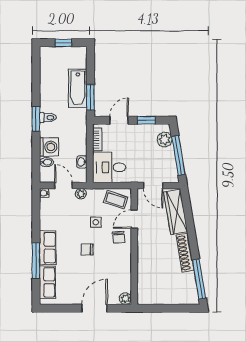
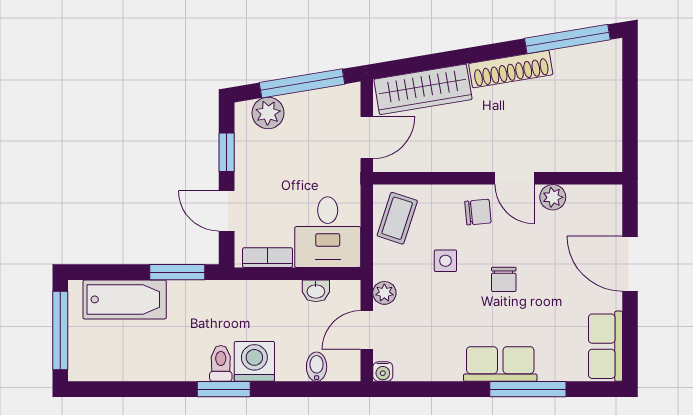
window: (63, 43) -> (60, 330), width x2.17
bathtub: (78, 88) -> (125, 299), moved
washing machine: (49, 147) -> (254, 361), moved
door: (134, 219) -> (514, 178), moved
row of seats: (47, 282) -> (605, 346), moved, turned -90
plant: (125, 299) -> (553, 197), moved

